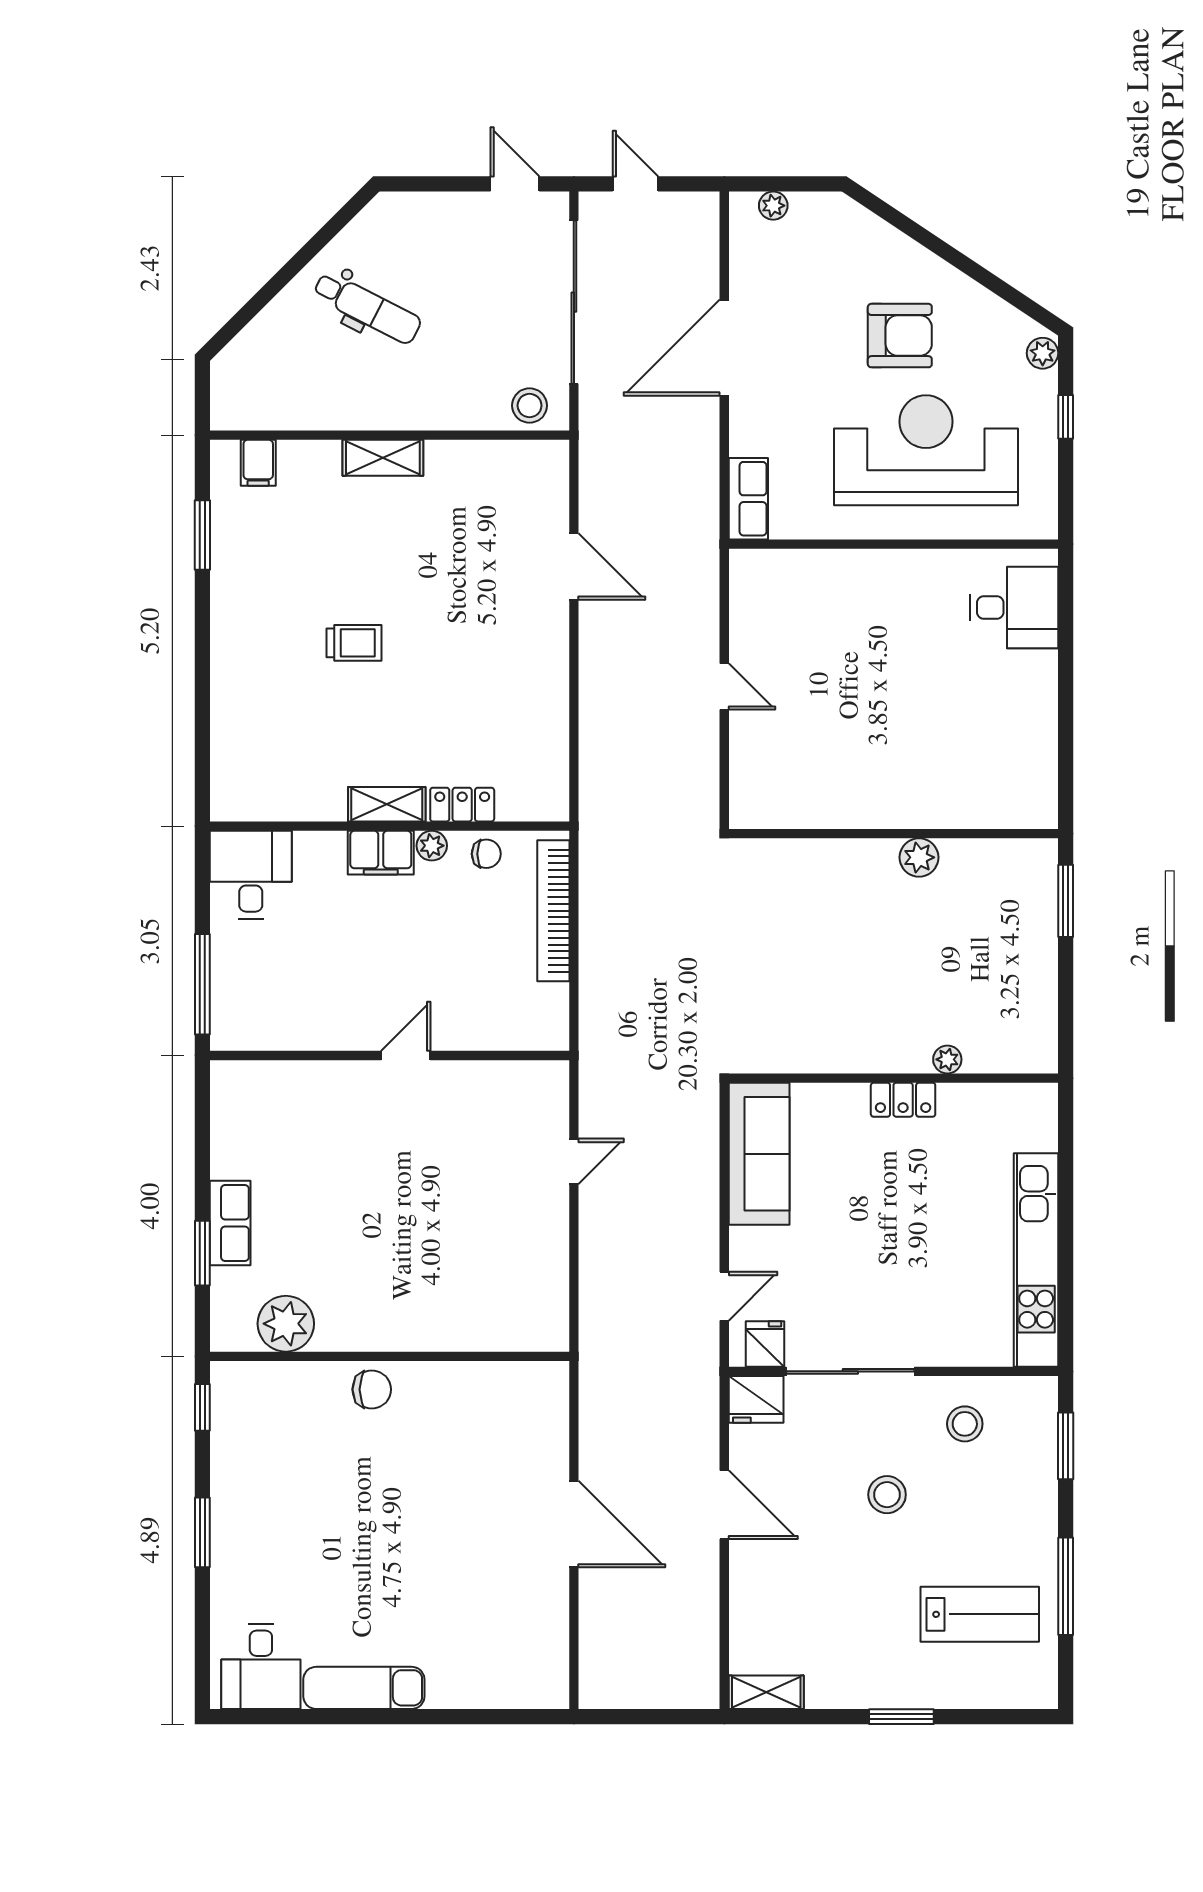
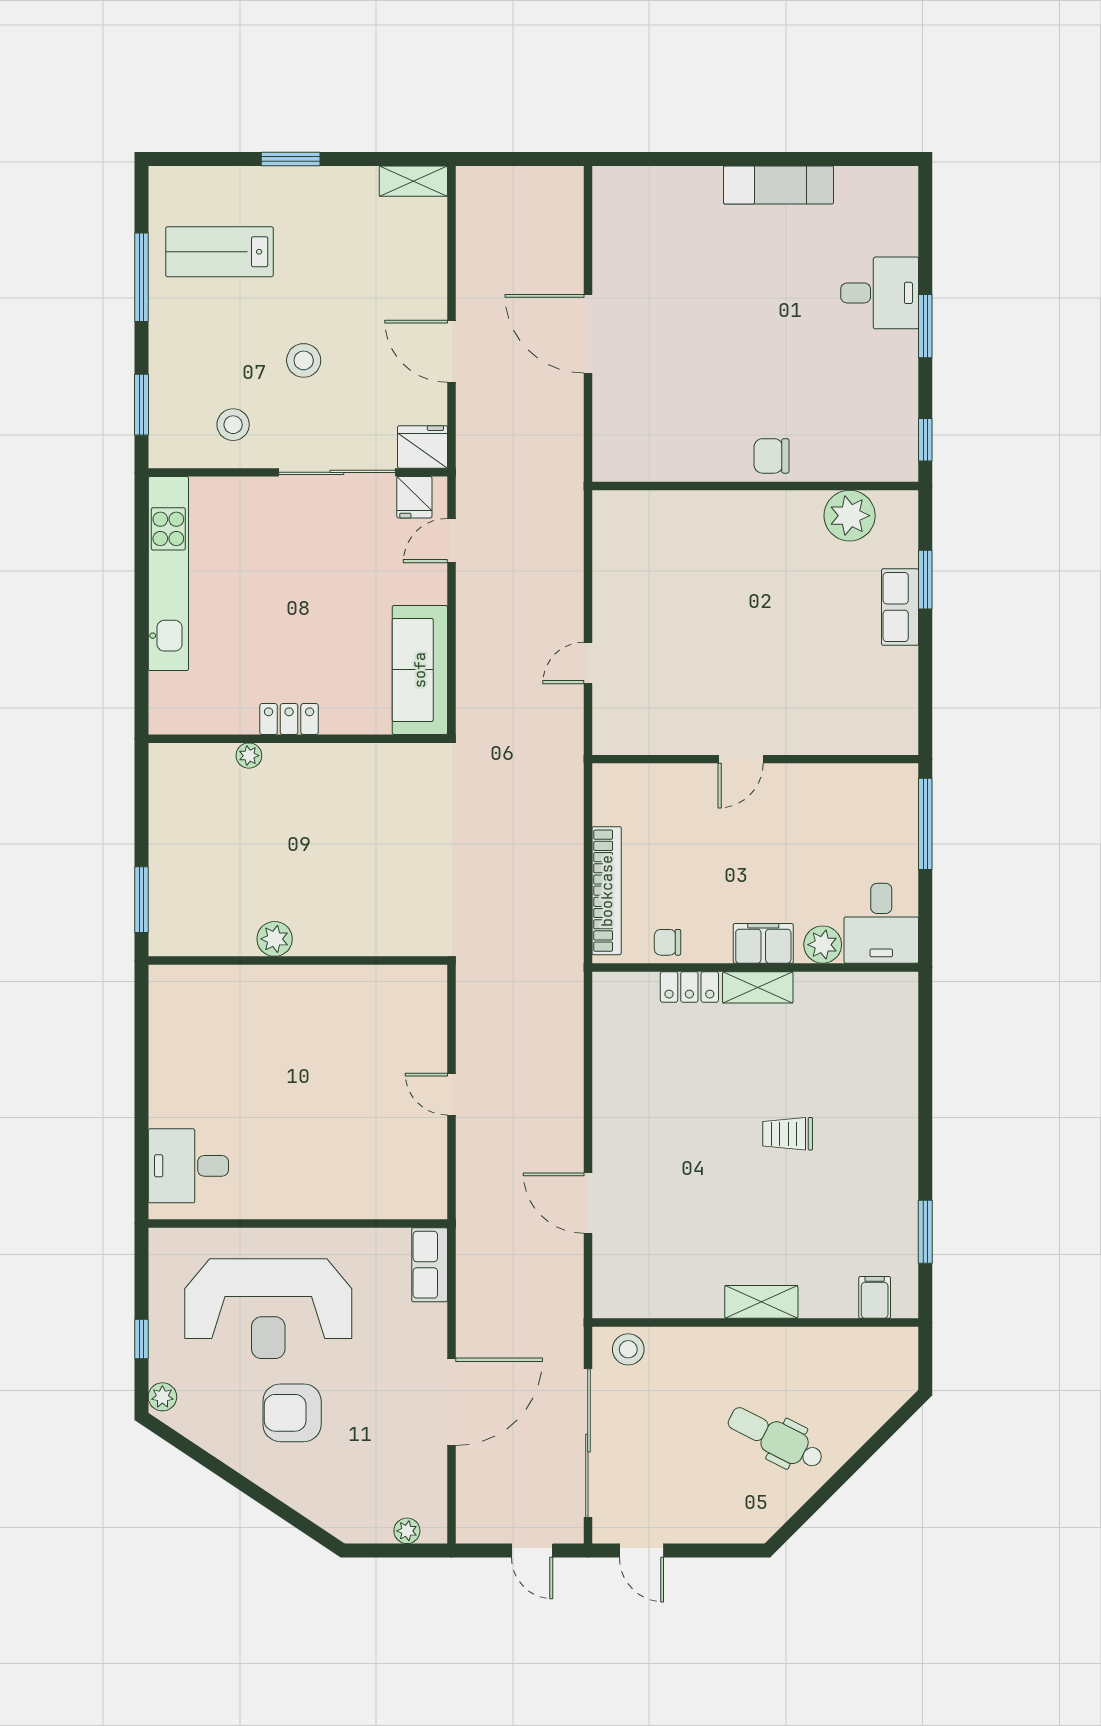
plant: (432, 846) -> (823, 945), moved, width x1.38, depth x1.38
desk: (261, 1666) -> (880, 293), moved, turned 90

